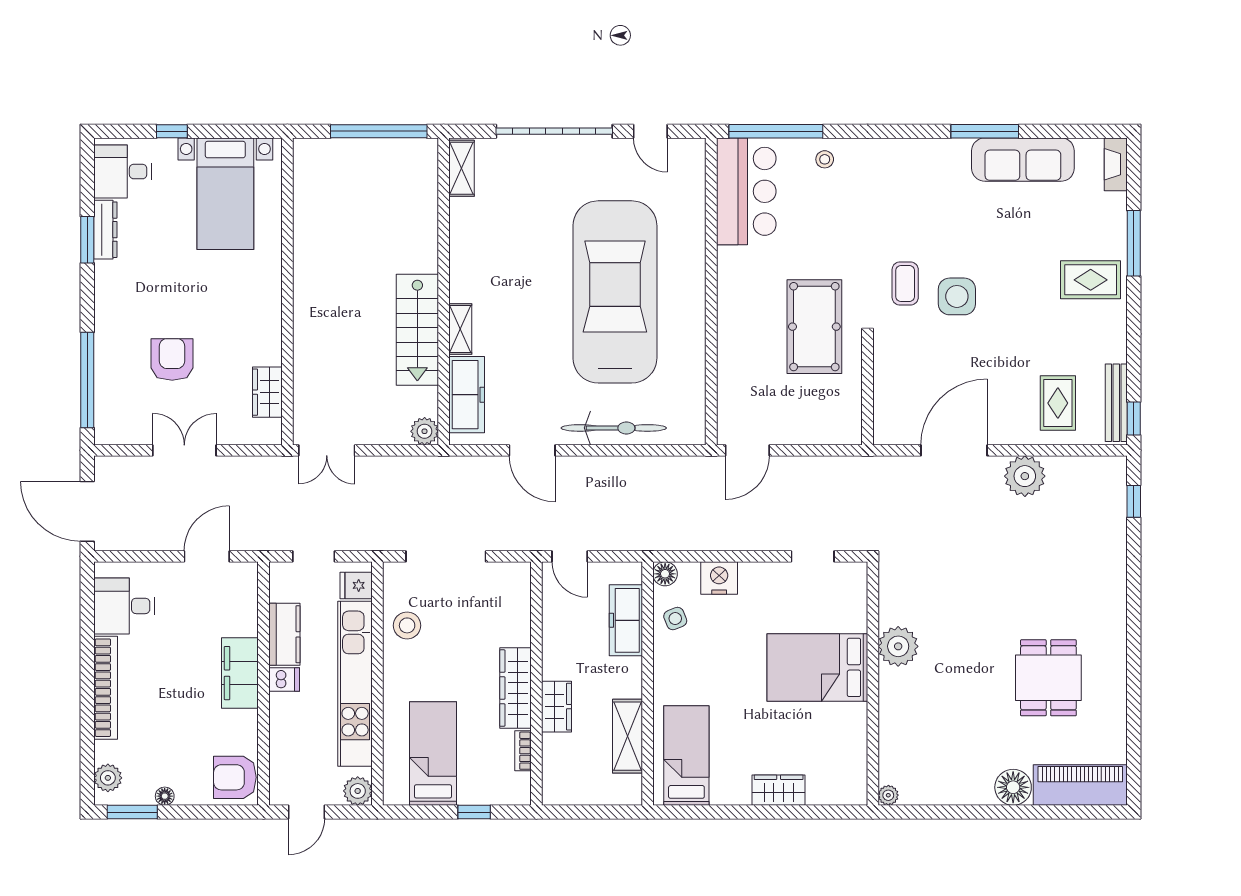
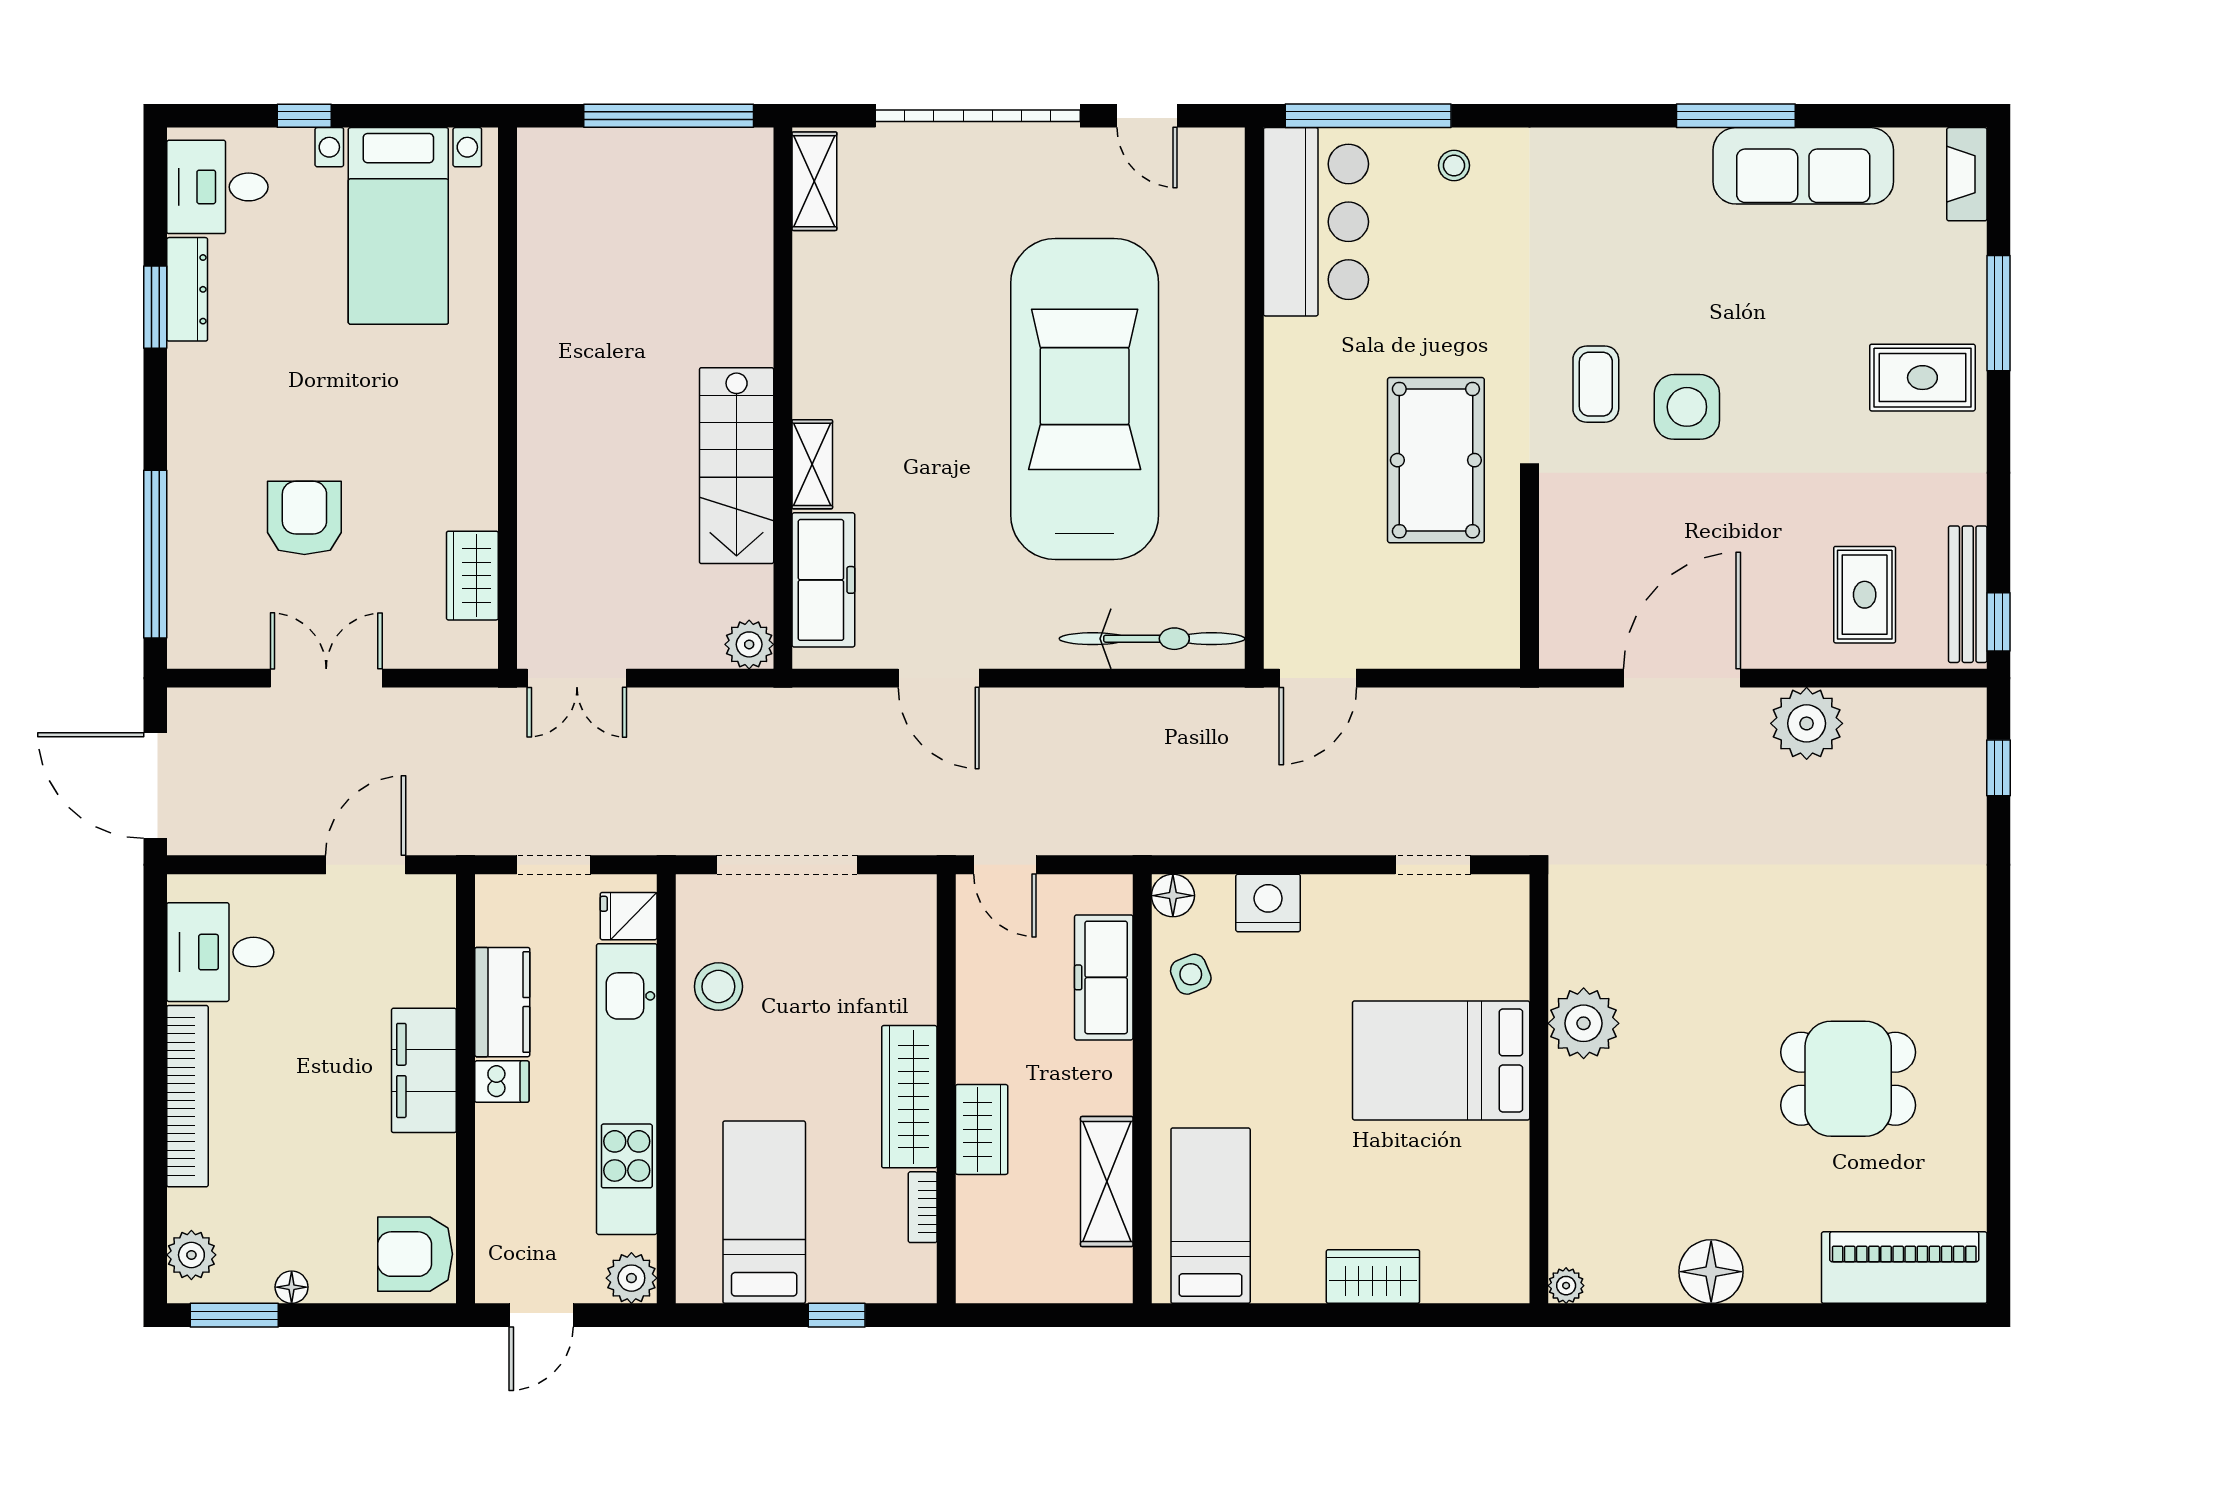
bicycle: (614, 428) -> (1152, 639), moved
dining table: (1048, 678) -> (1848, 1079), turned 90
floor lamp: (1013, 787) -> (1711, 1272), moved

